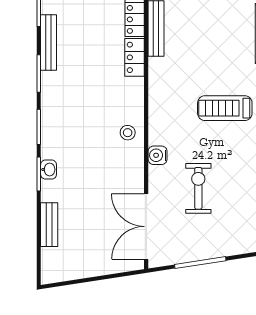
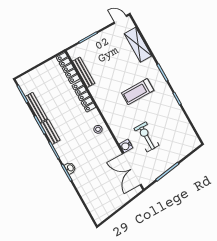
locker: (135, 57) -> (84, 96), width x1.53
water cooler: (158, 155) -> (126, 146), moved
bench: (49, 225) -> (50, 132), moved

